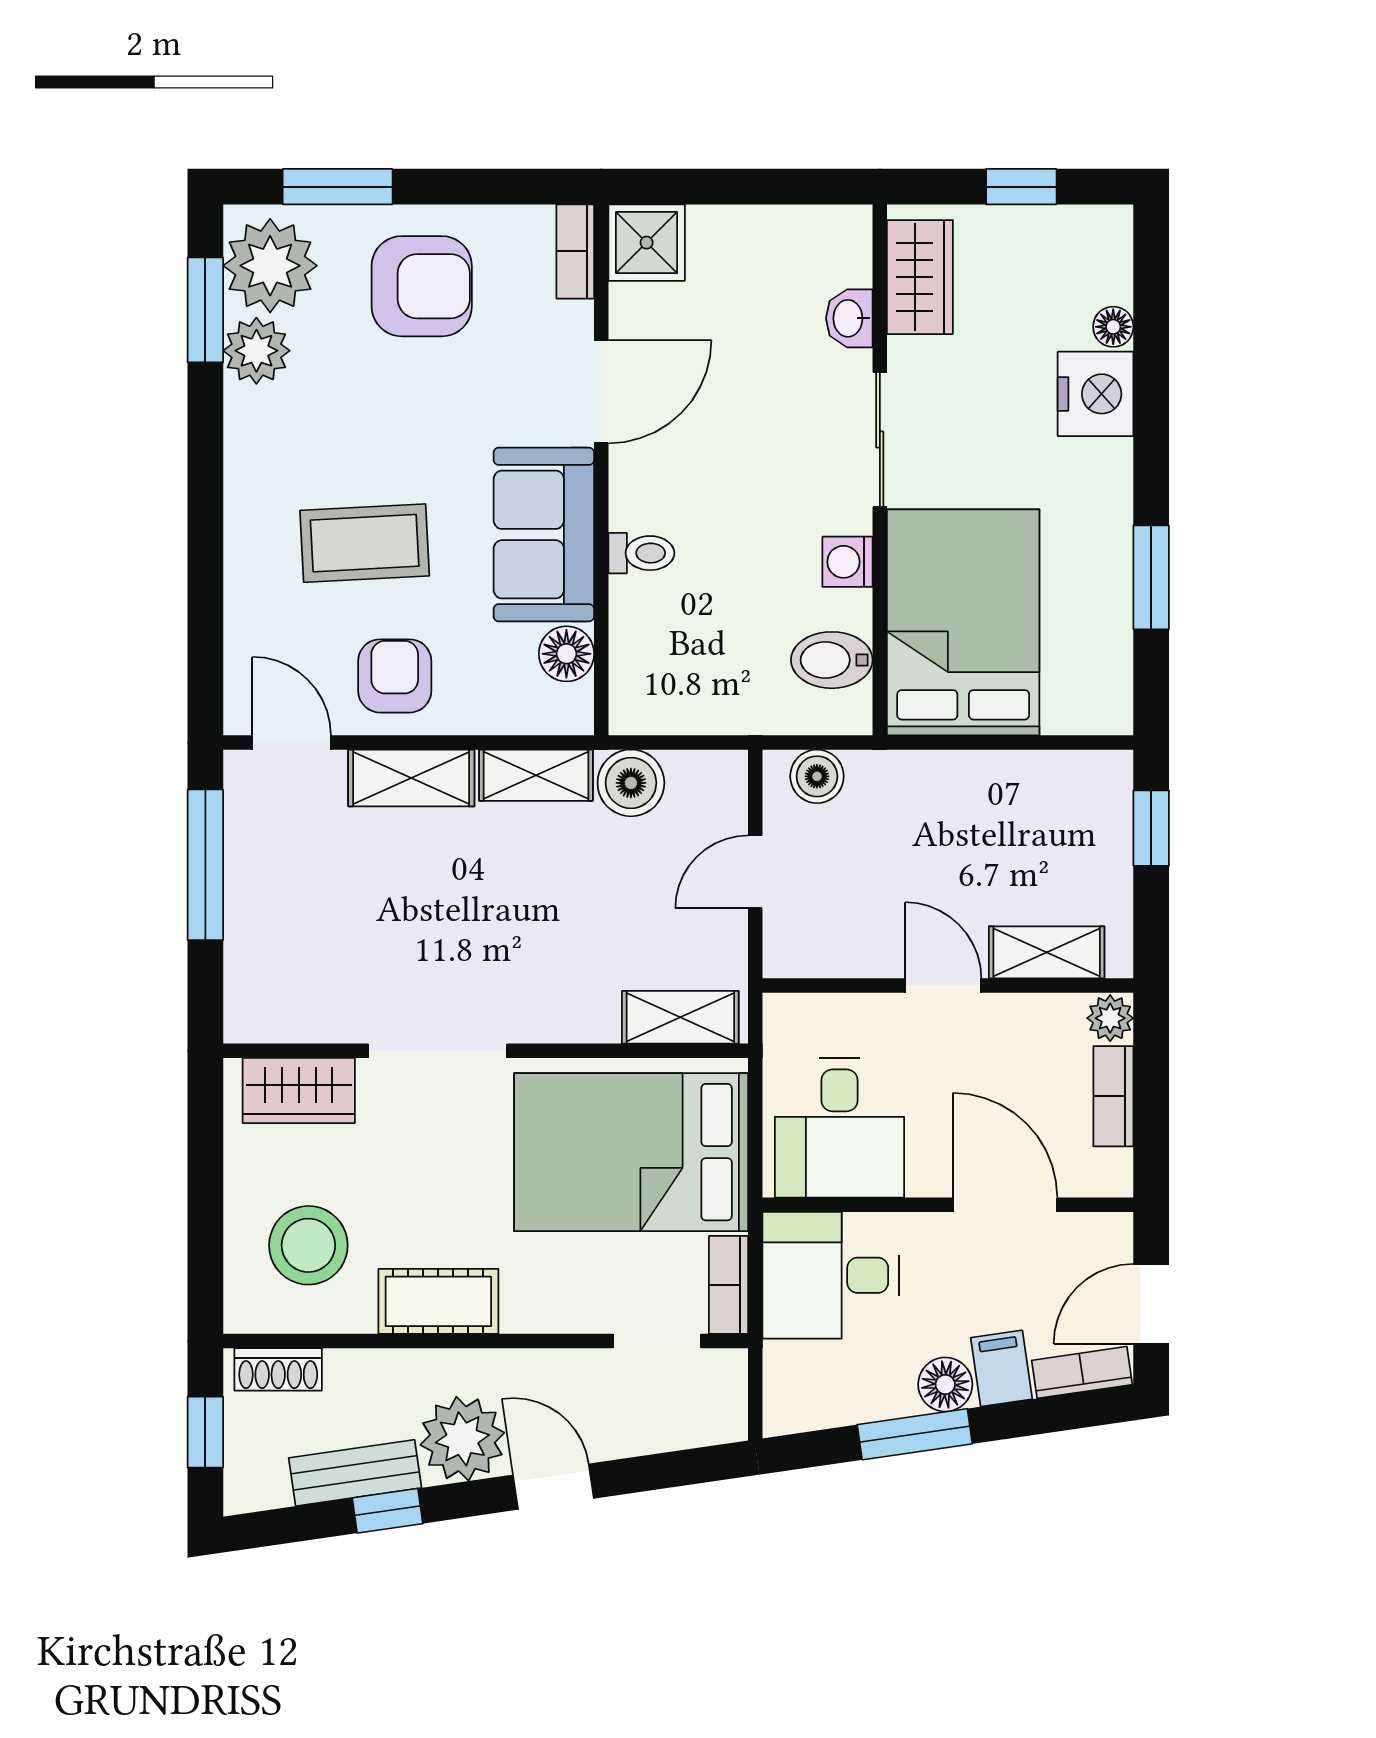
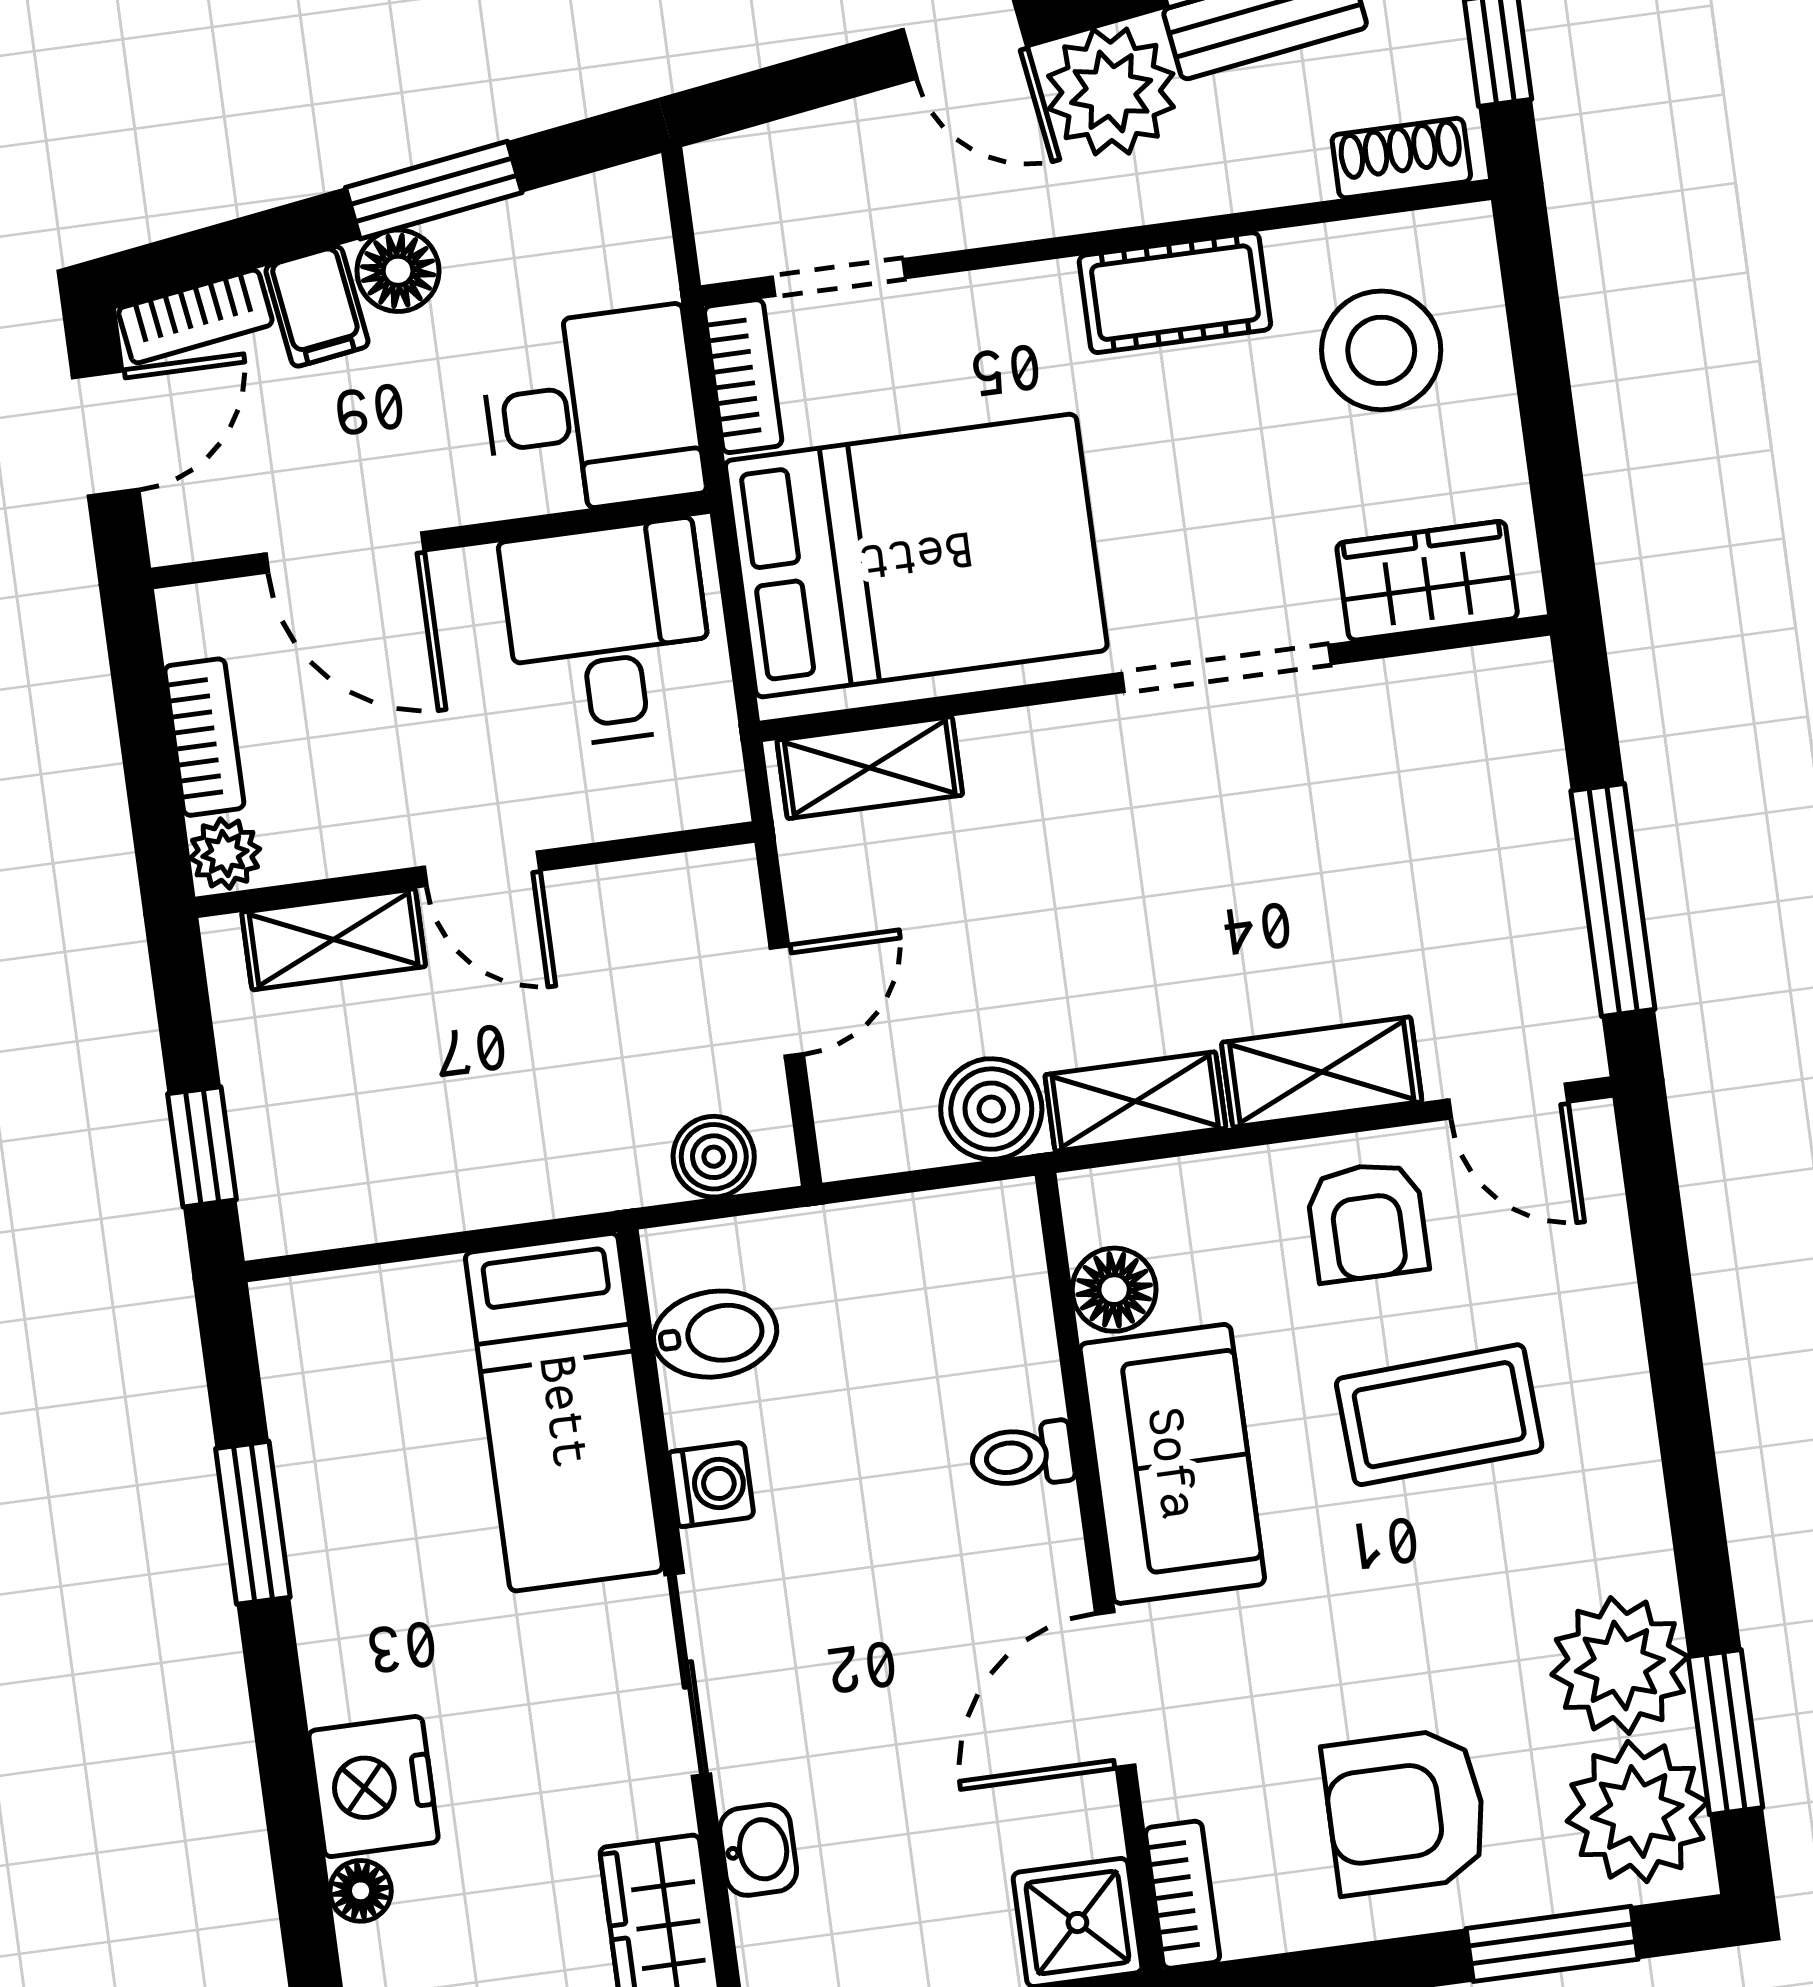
plant: (256, 351) -> (1620, 1665), width x1.36, depth x1.36
bed: (963, 622) -> (564, 1412), width x0.67

